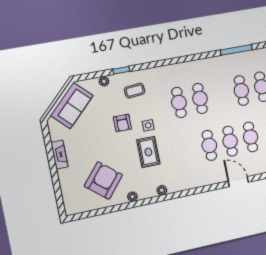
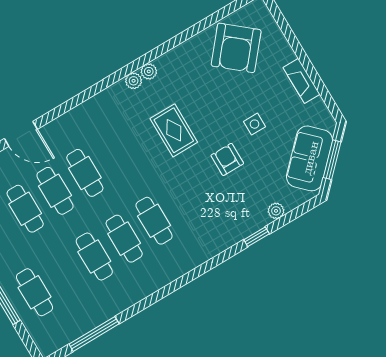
coffee table: (135, 91) -> (226, 214), removed
cafe table: (241, 91) -> (94, 256), moved
window: (58, 100) -> (332, 160), added
side table: (148, 125) -> (255, 124), moved
armchair: (103, 180) -> (236, 48), moved
plant: (132, 197) -> (149, 71), moved

